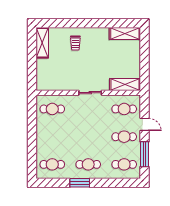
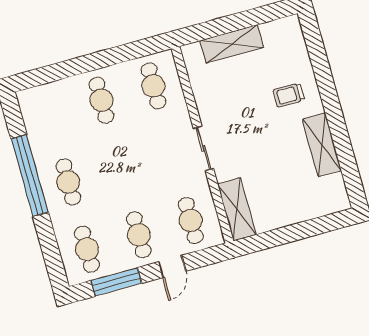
shelving: (125, 33) -> (322, 145), moved
shelving: (42, 43) -> (232, 44), moved
cafe table: (52, 164) -> (101, 100), moved
window: (80, 183) -> (30, 176), width x2.11

